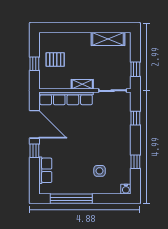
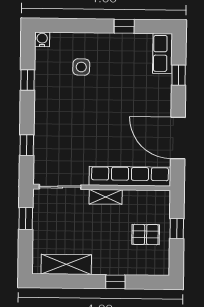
window: (75, 28) -> (115, 282), added
window: (34, 151) -> (179, 75), moved
row of seats: (45, 170) -> (163, 53), moved
window: (71, 199) -> (124, 26), width x0.32

